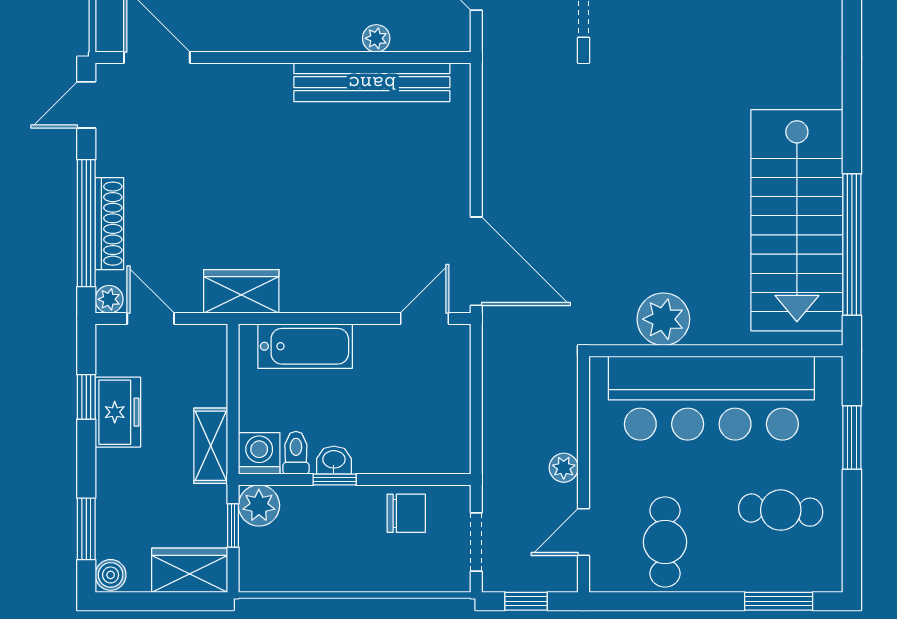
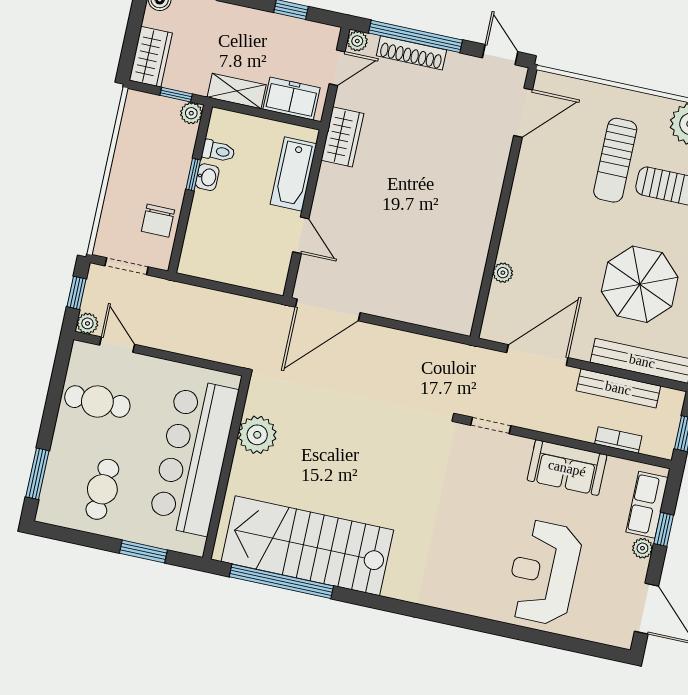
bench: (372, 82) -> (472, 263), removed
door: (425, 319) -> (301, 235), moved
freezer: (118, 412) -> (292, 99), moved, turned 180
washing machine: (259, 453) -> (224, 125), removed
plant: (564, 468) -> (87, 323), moved
plant: (259, 506) -> (191, 113), width x0.73, depth x0.73

